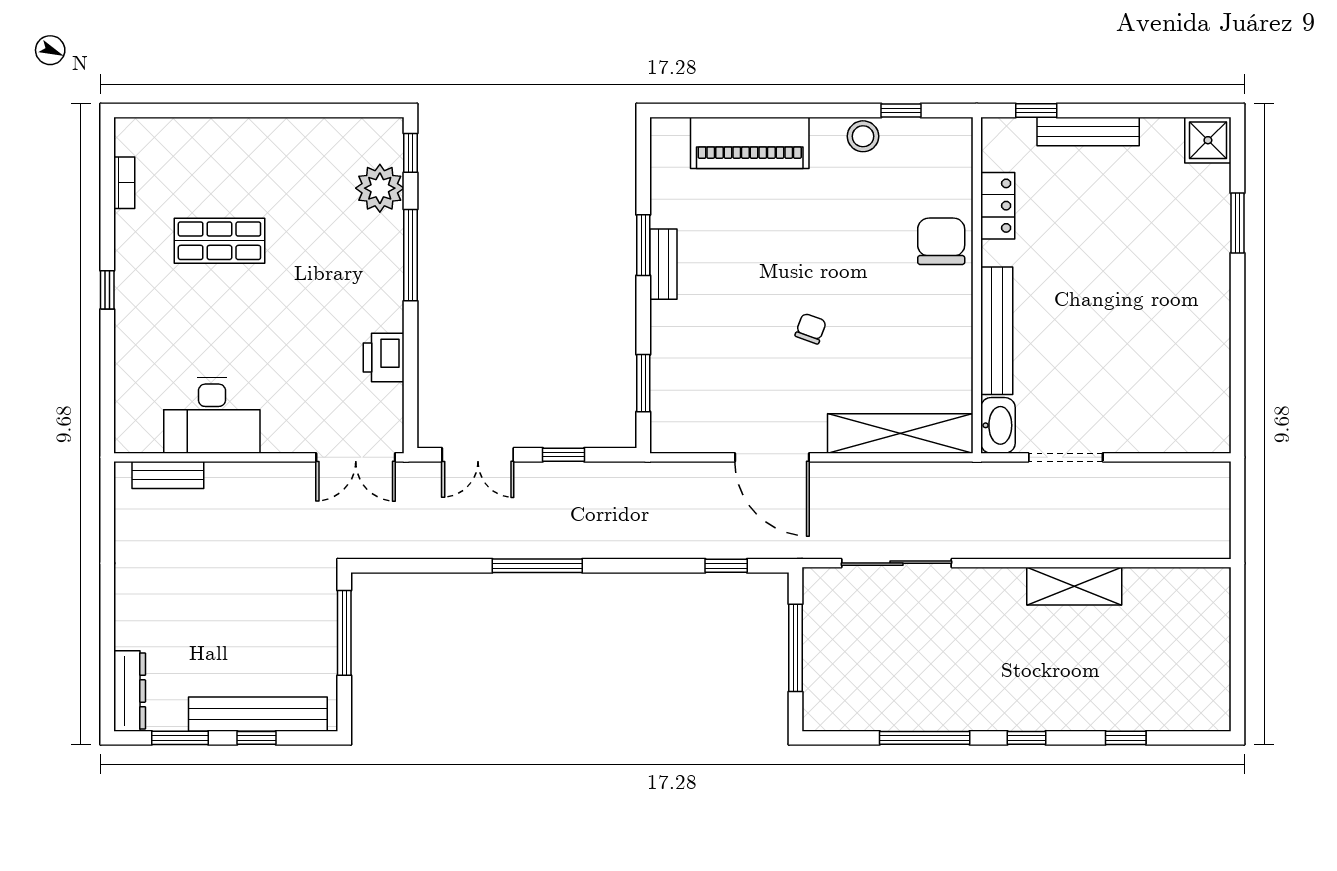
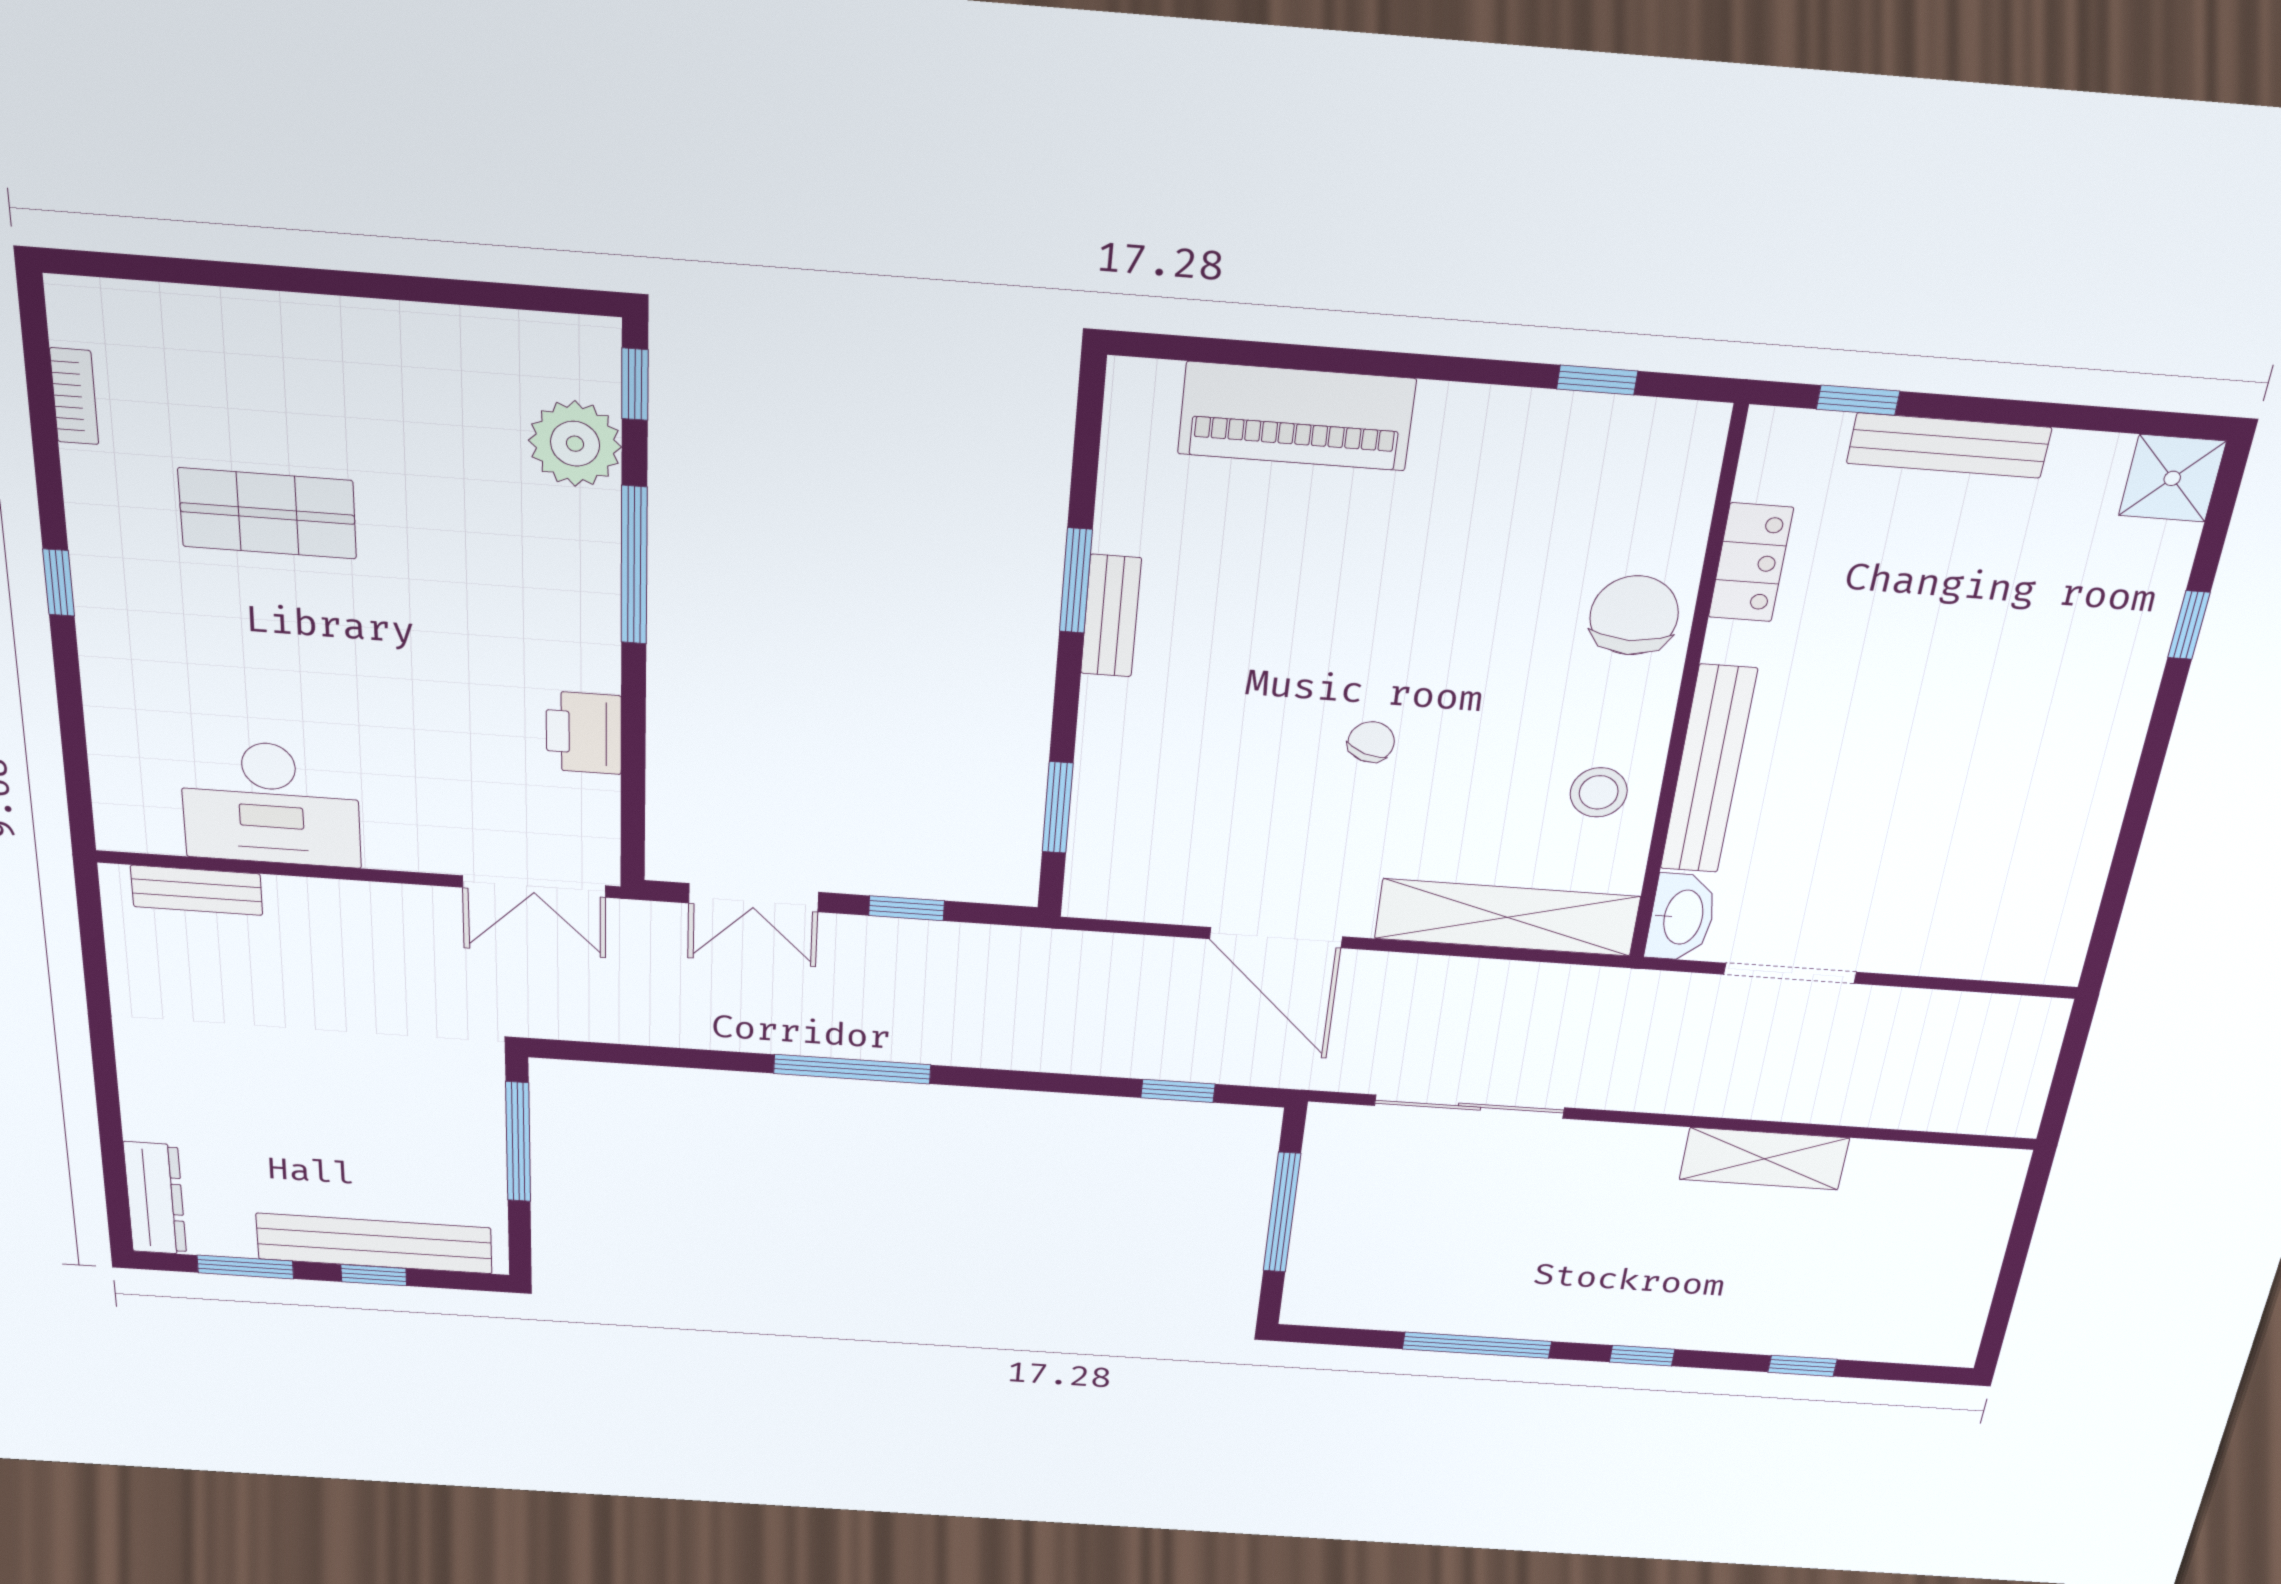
stool: (863, 136) -> (1599, 792), moved
window: (1238, 223) -> (2189, 625), width x0.67

